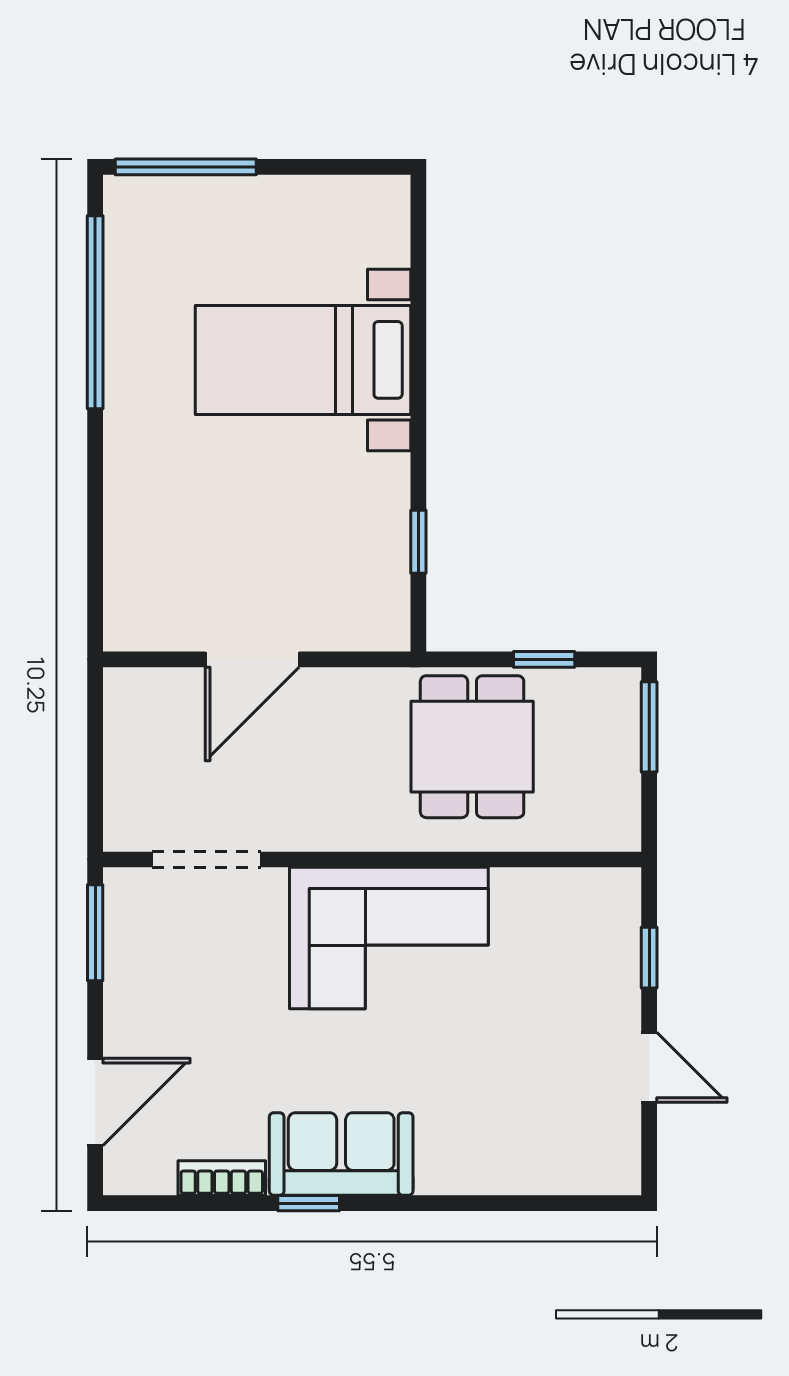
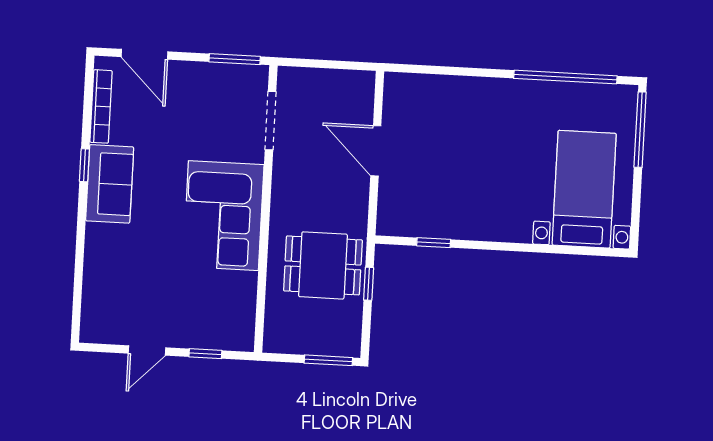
bed with nightstands: (303, 360) -> (584, 189), moved
window: (544, 659) -> (369, 284), moved
bookcase: (222, 1178) -> (101, 106), width x1.56

